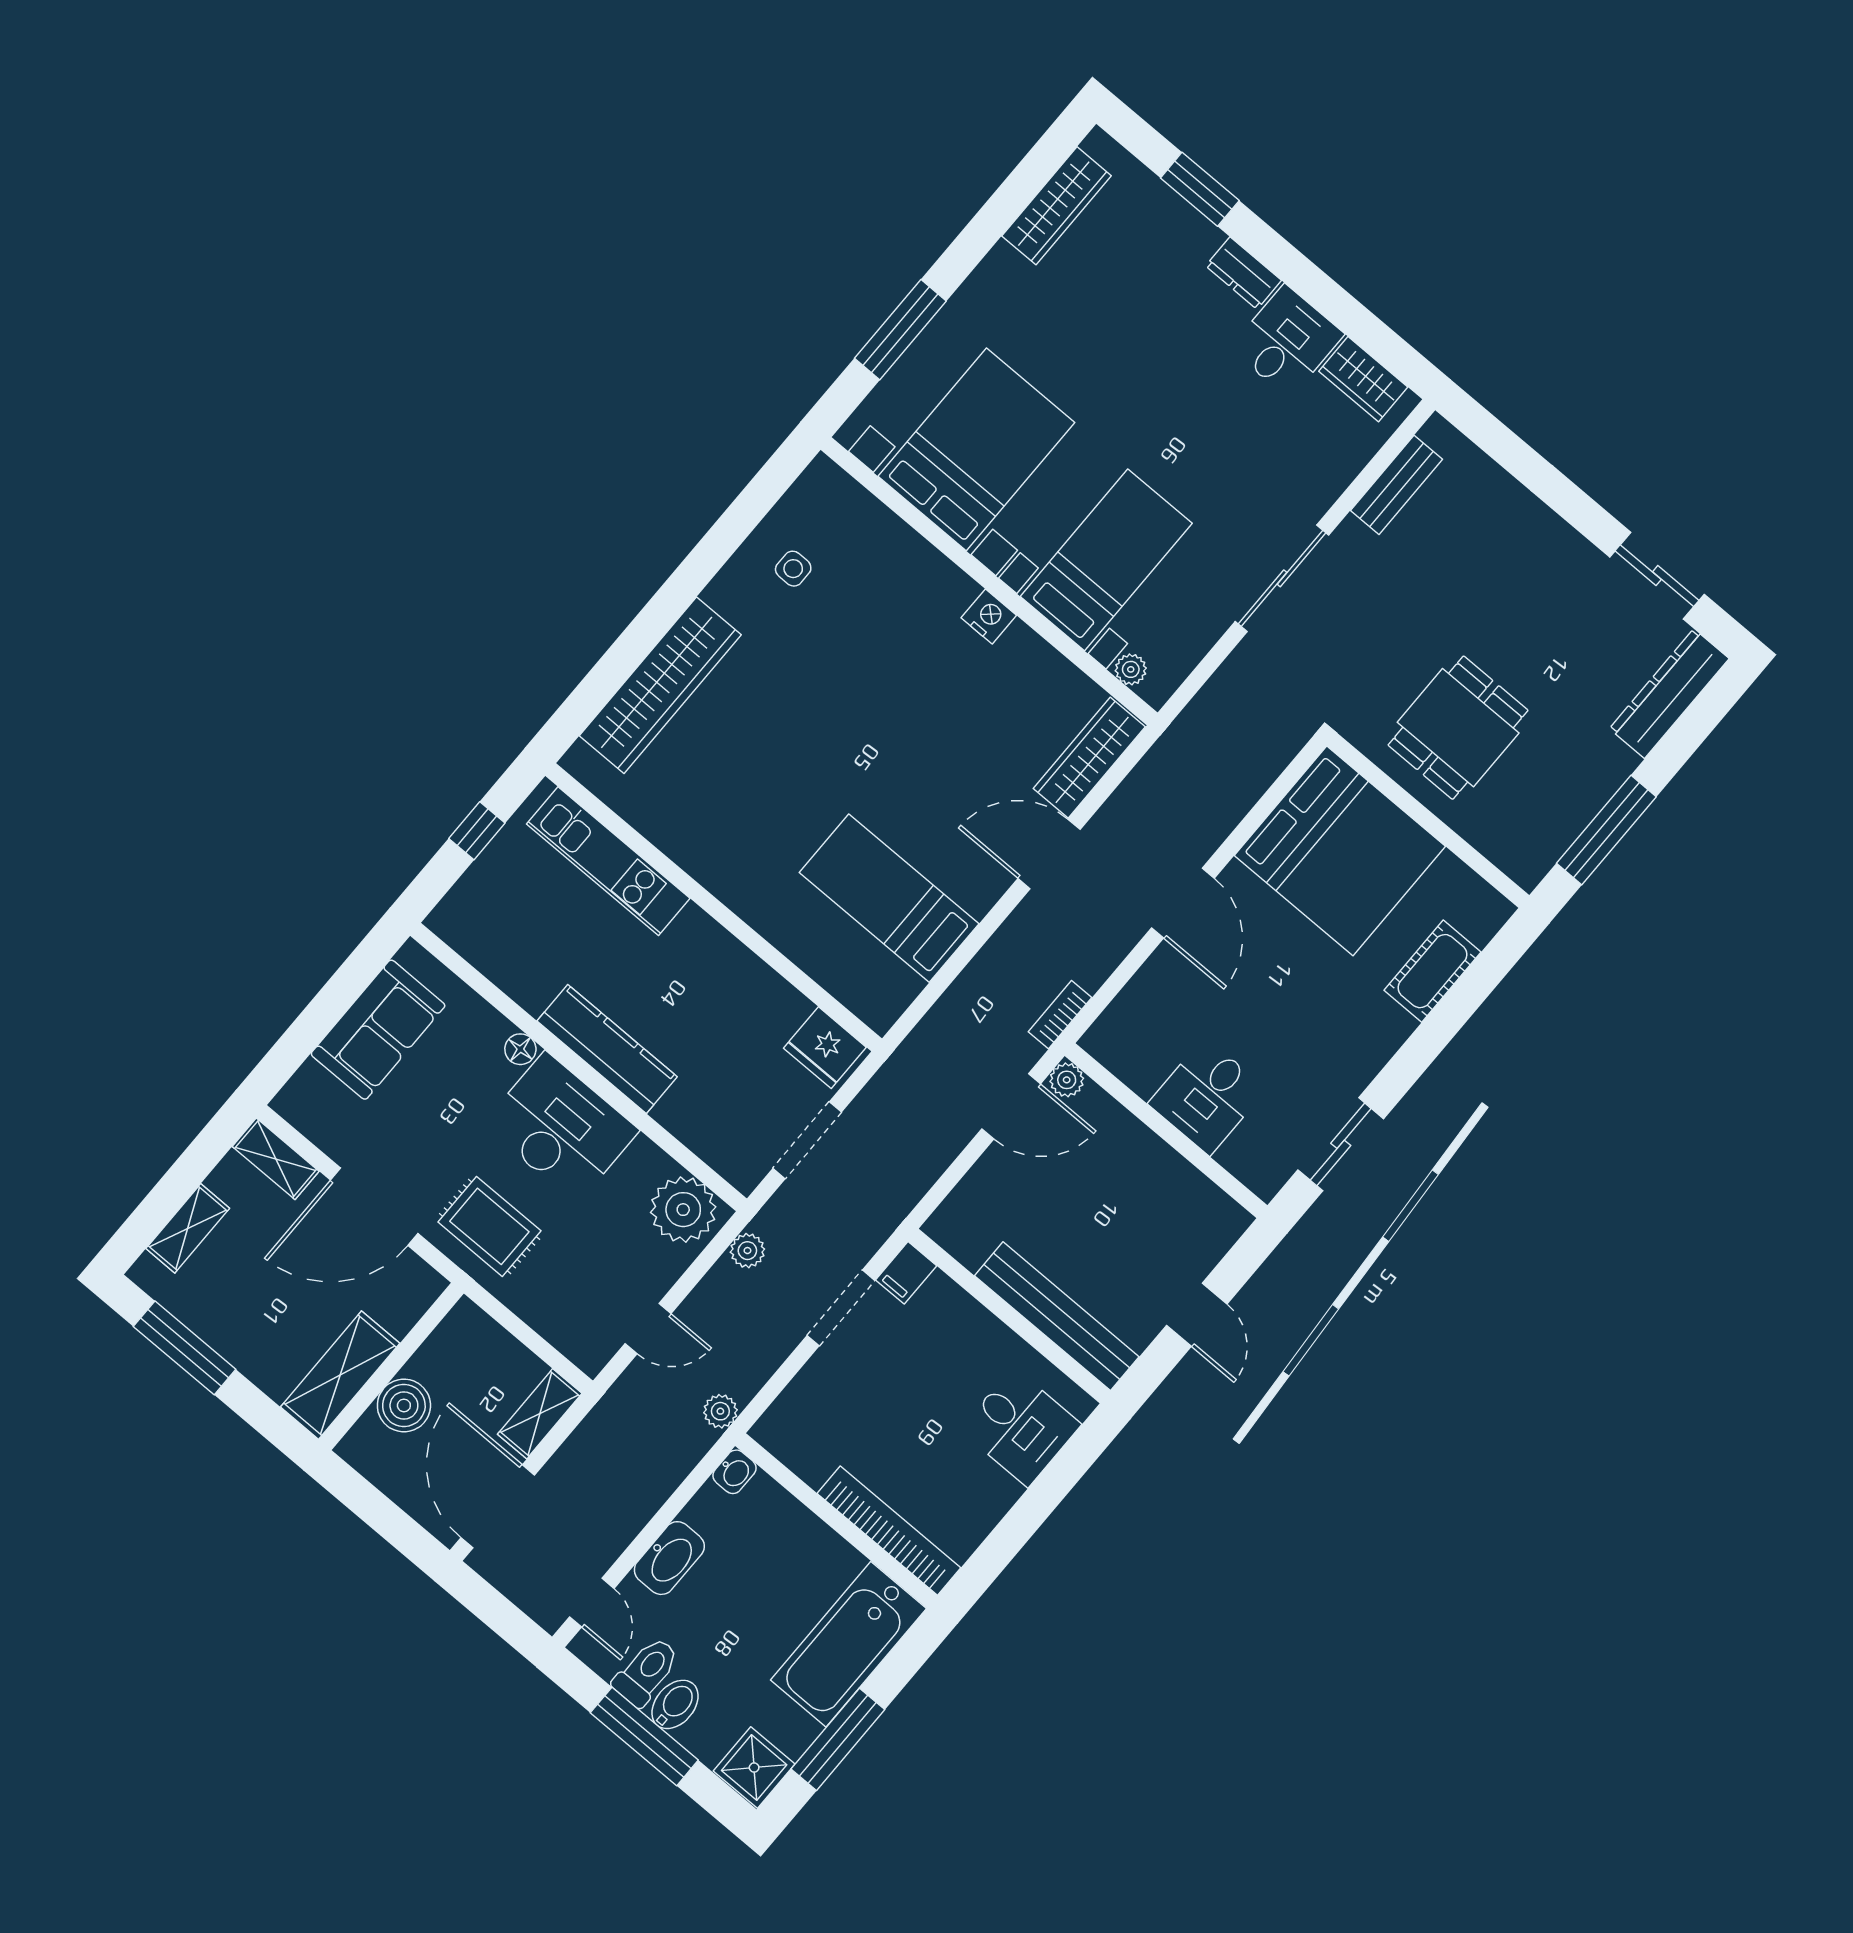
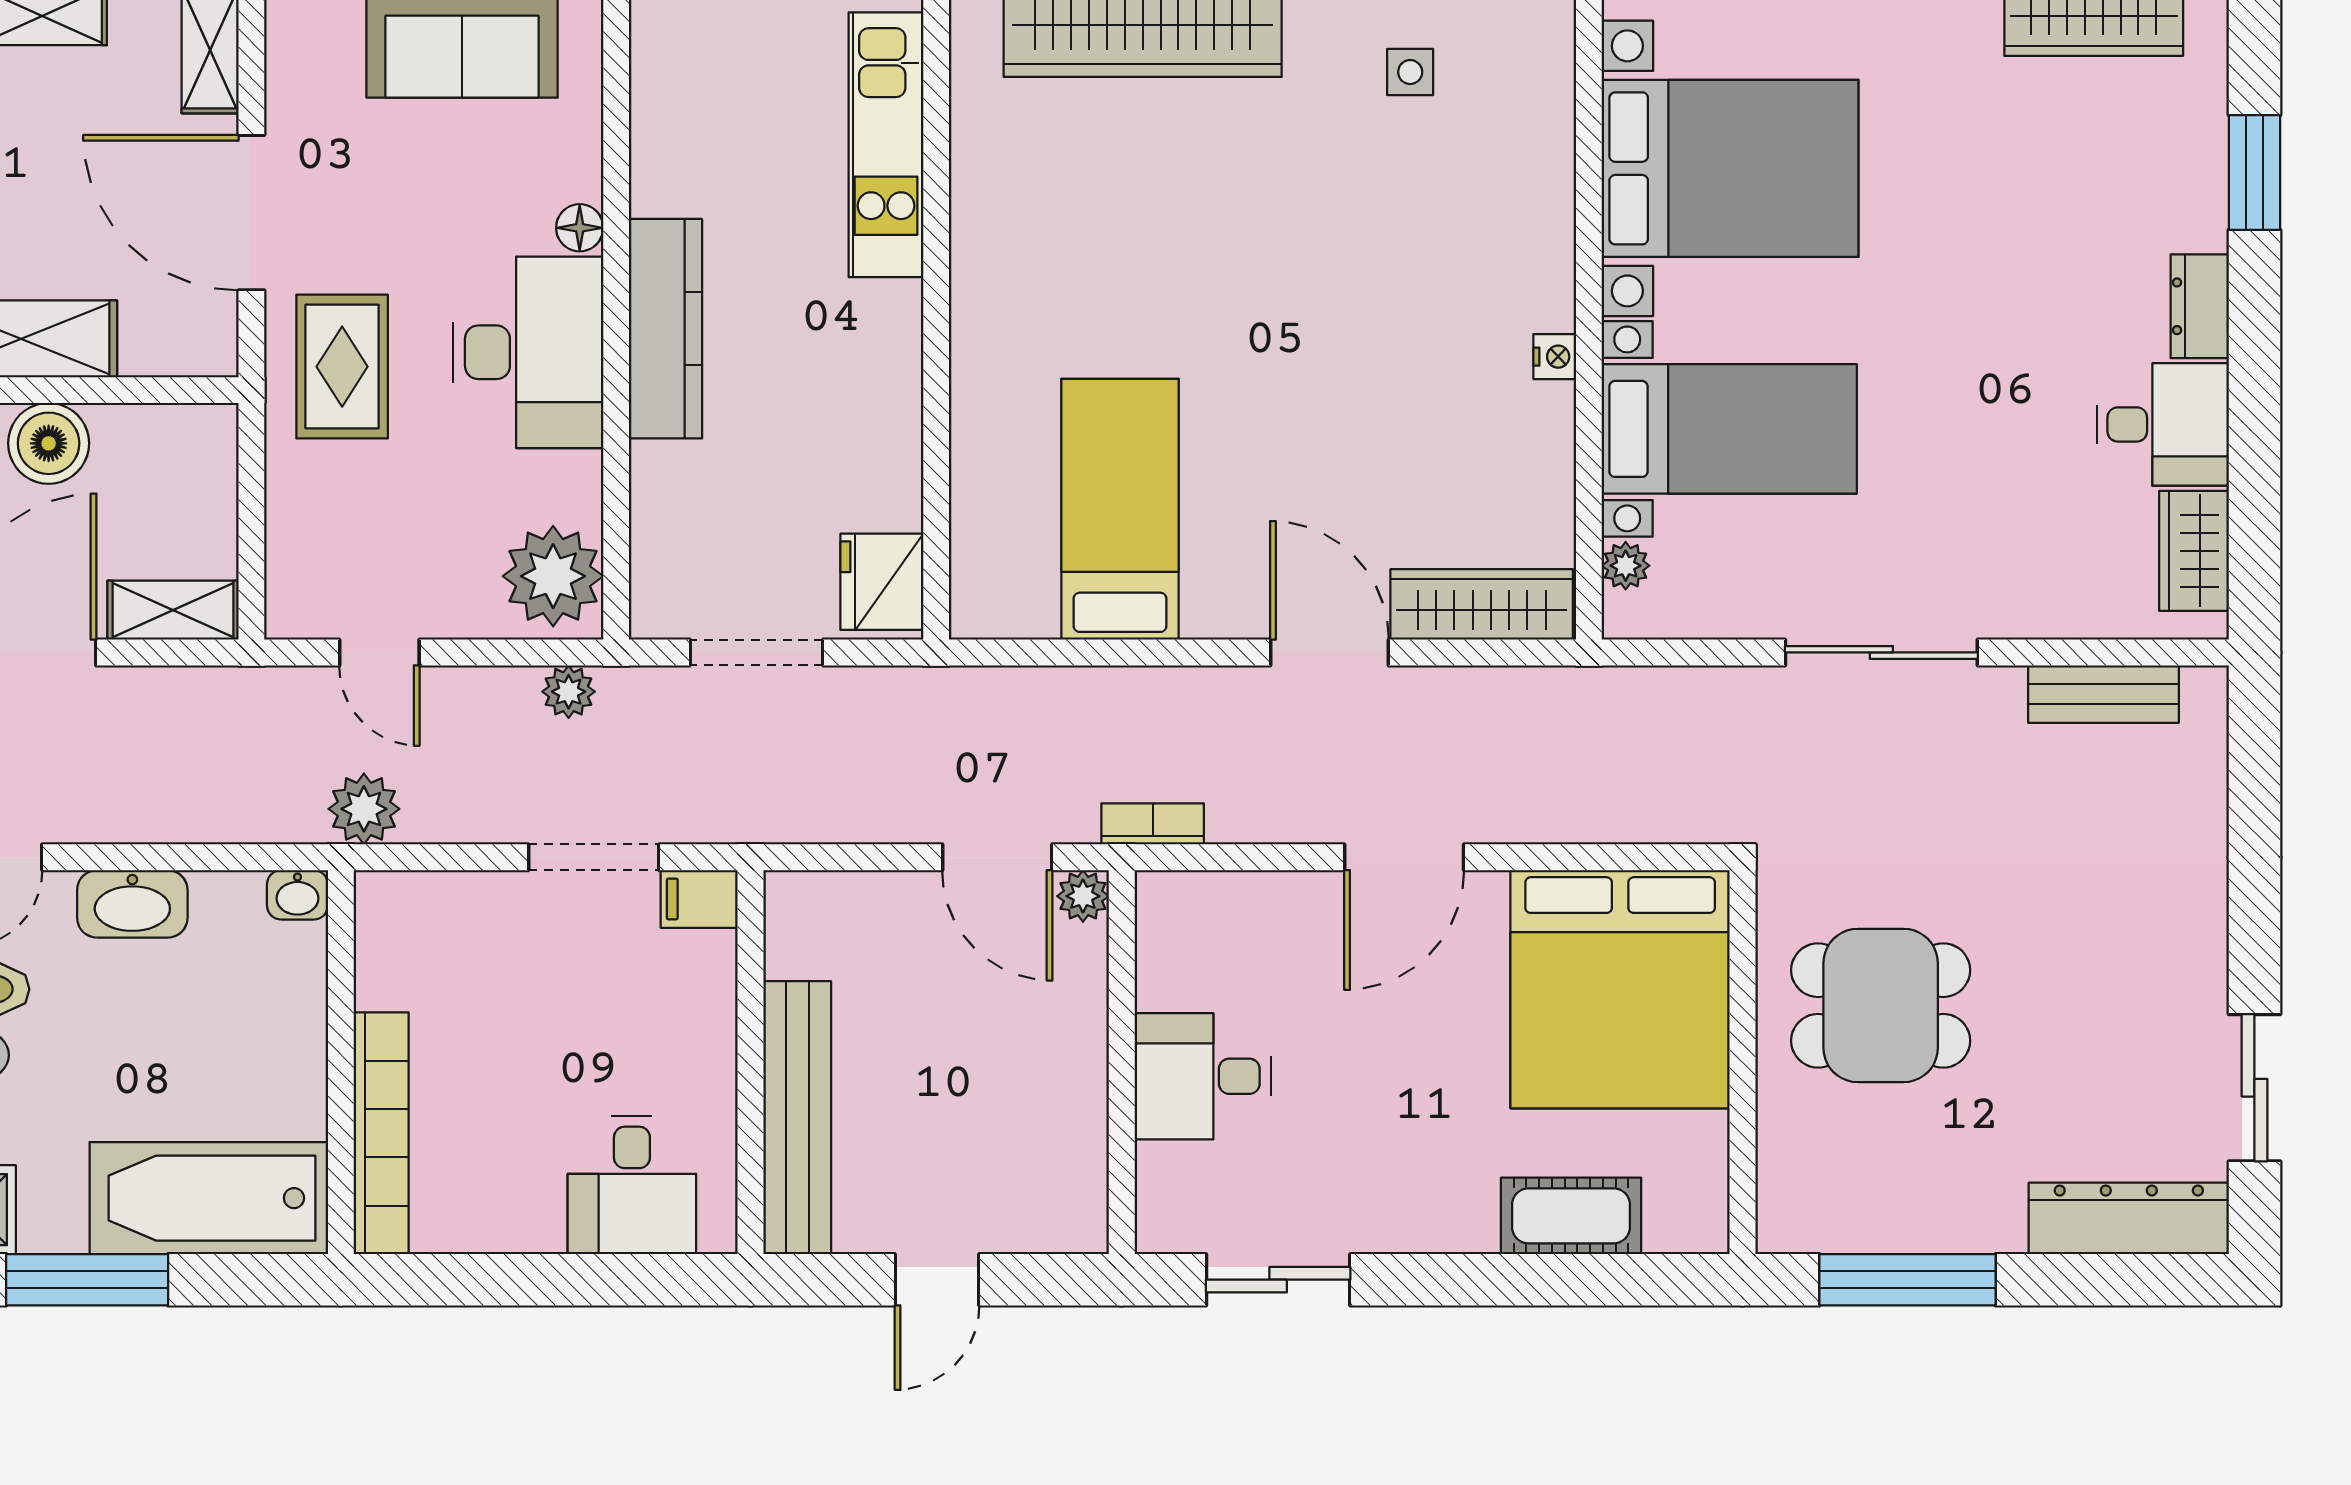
nightstand: (989, 617) -> (1555, 357), width x0.72, depth x0.74
plant: (720, 1411) -> (364, 809), width x1.38, depth x1.38

